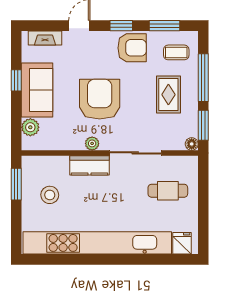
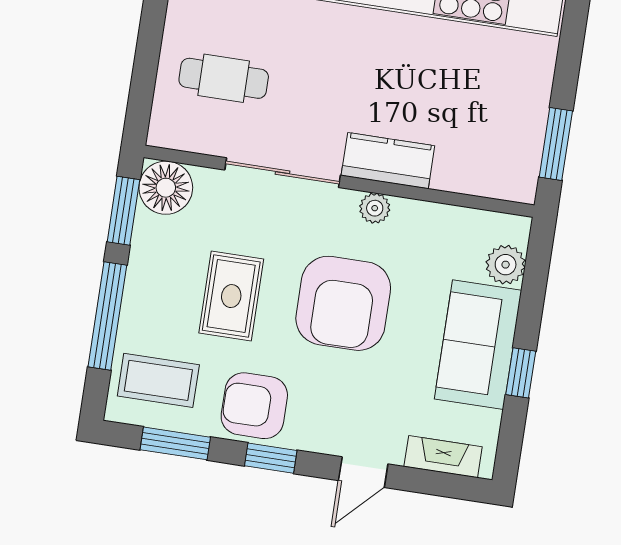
coffee table: (176, 52) -> (158, 380), width x1.36, depth x1.30
rug: (168, 95) -> (231, 296), moved
floor lamp: (192, 144) -> (166, 188), width x1.89, depth x1.89
stool: (50, 195) -> (486, 109), removed

